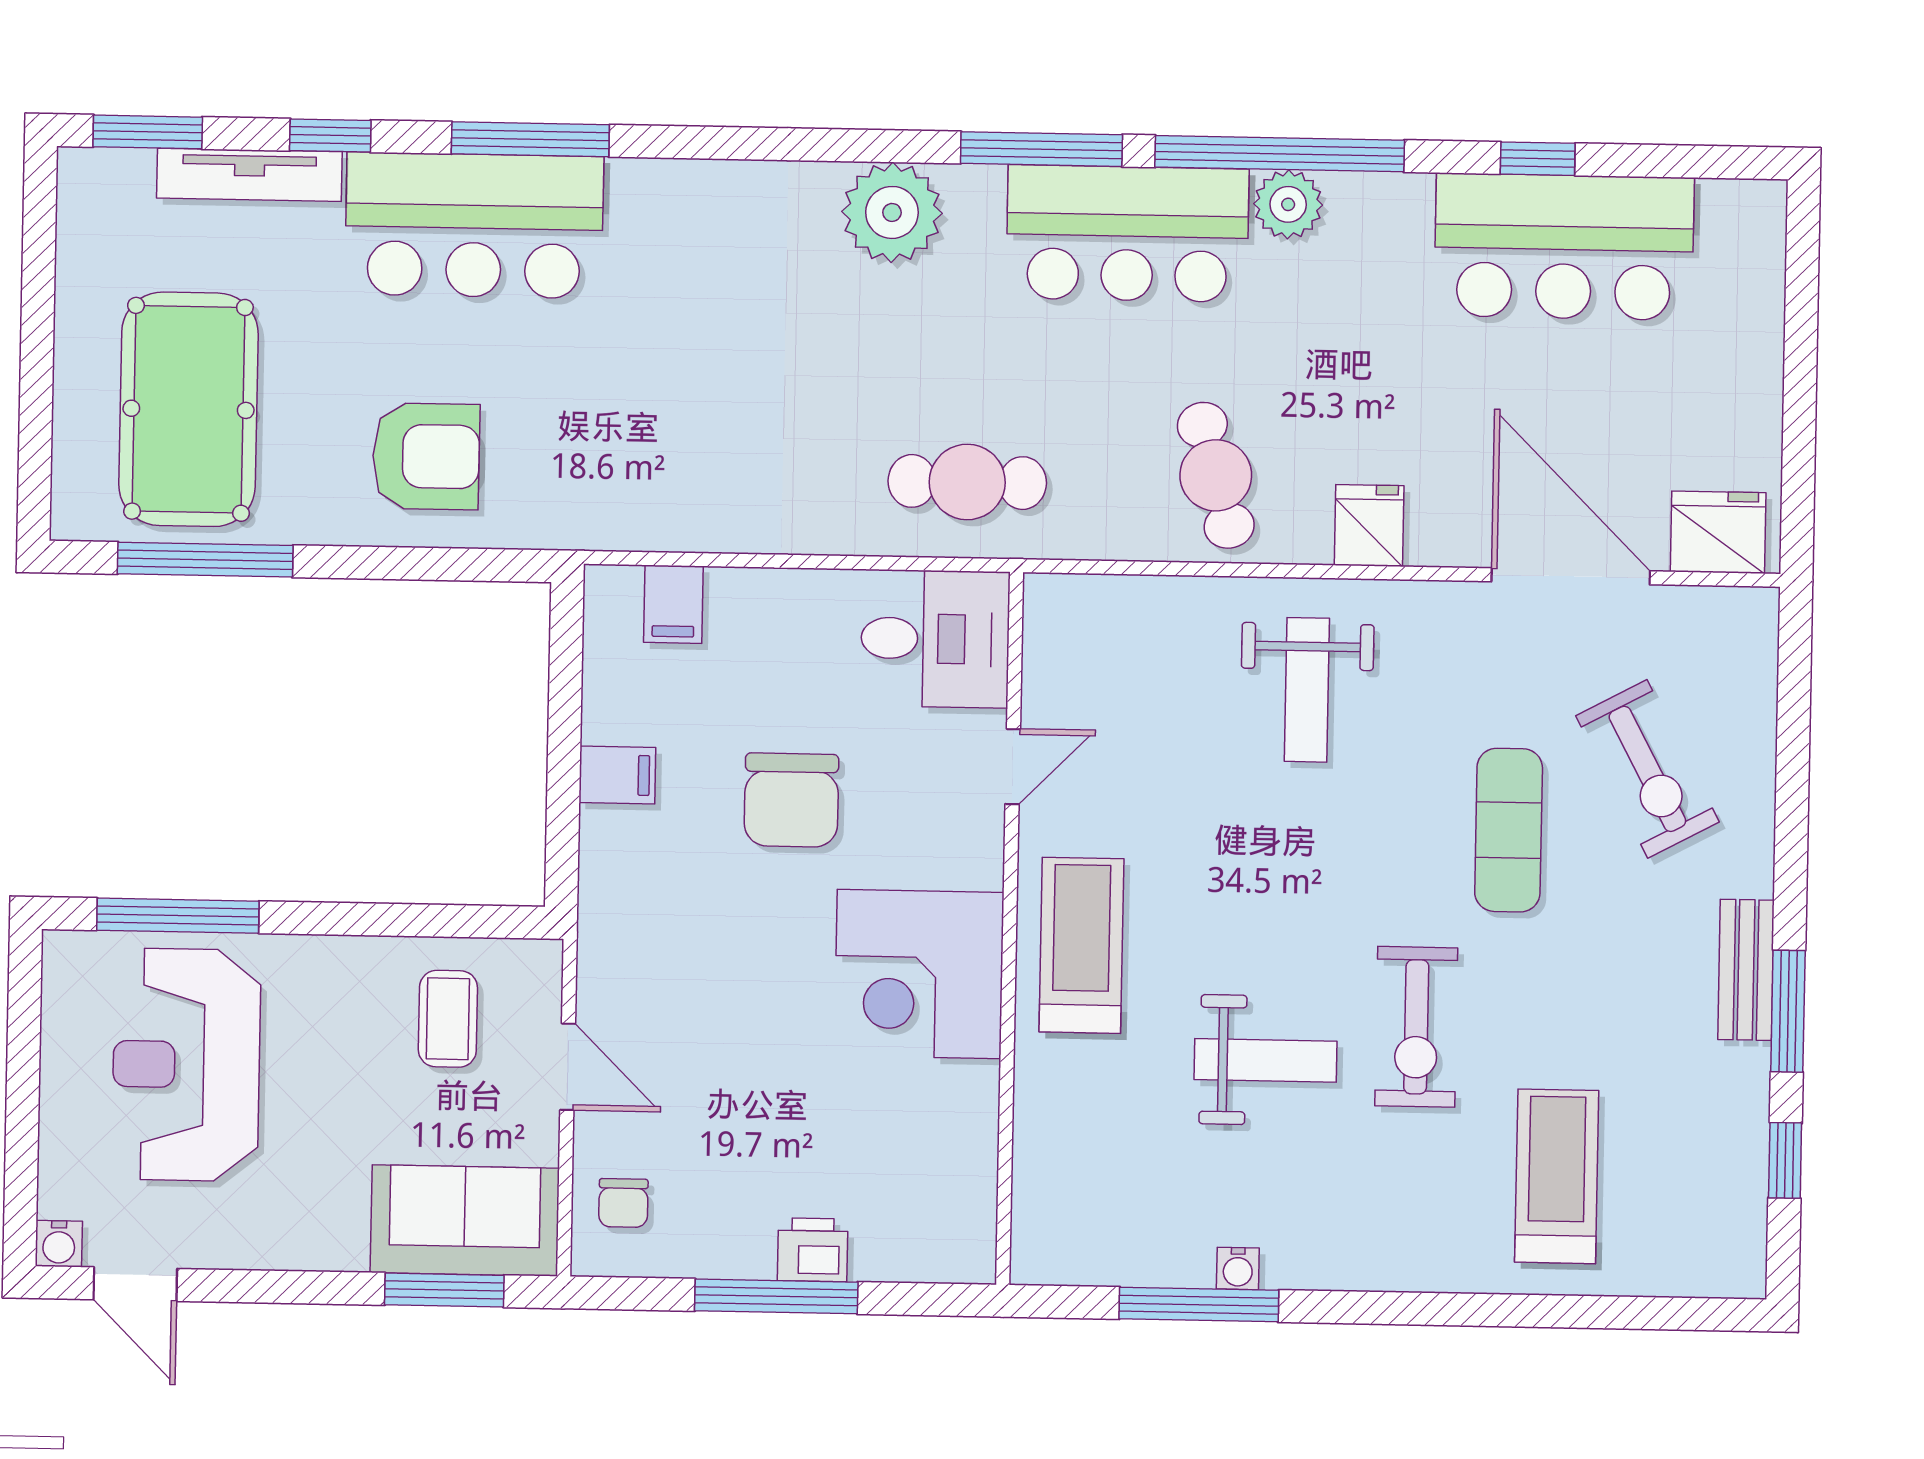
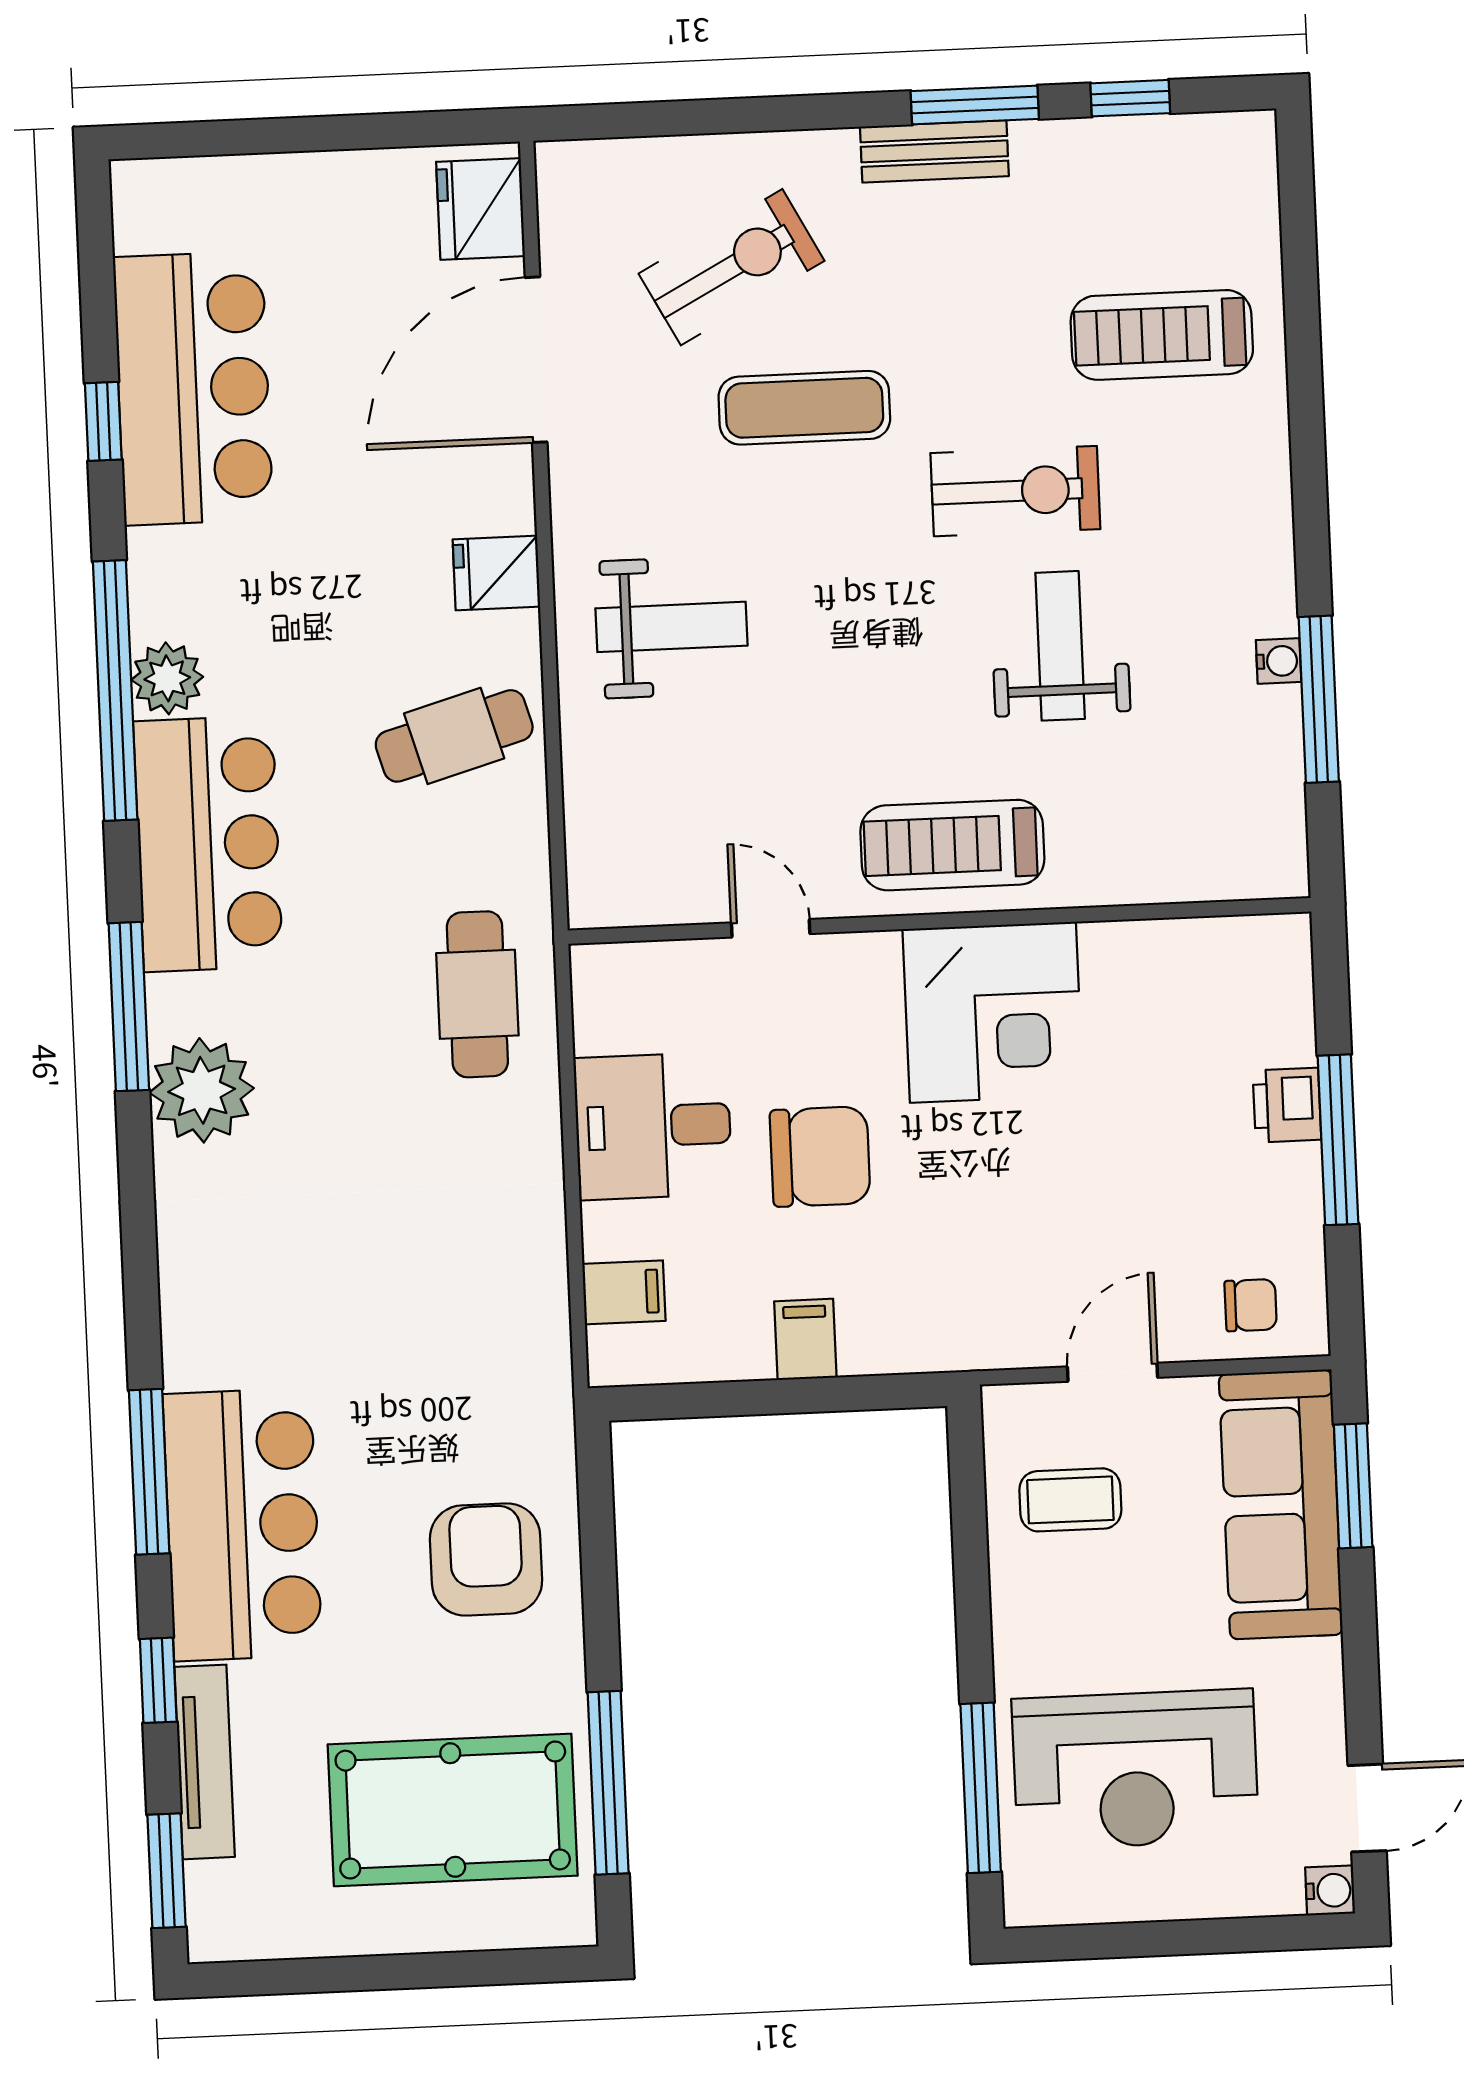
window: (1041, 149) -> (129, 1007), moved
desk: (935, 639) -> (653, 1126), moved, turned -90
sofa: (465, 1220) -> (1281, 1504), width x1.36

